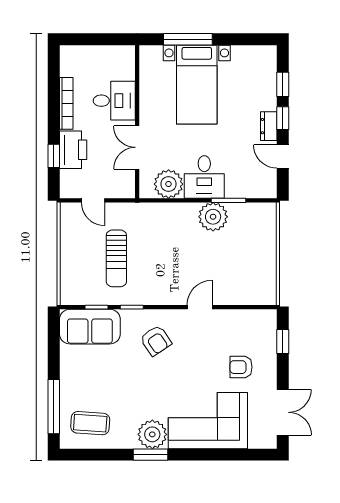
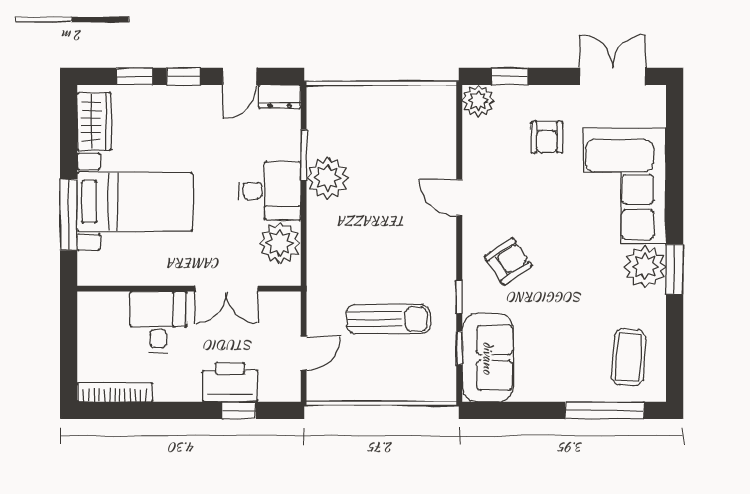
wardrobe: (252, 57) -> (94, 122), added
bookcase: (66, 103) -> (115, 392), moved
dresser: (269, 126) -> (280, 97), moved
plant: (266, 320) -> (478, 101), added

